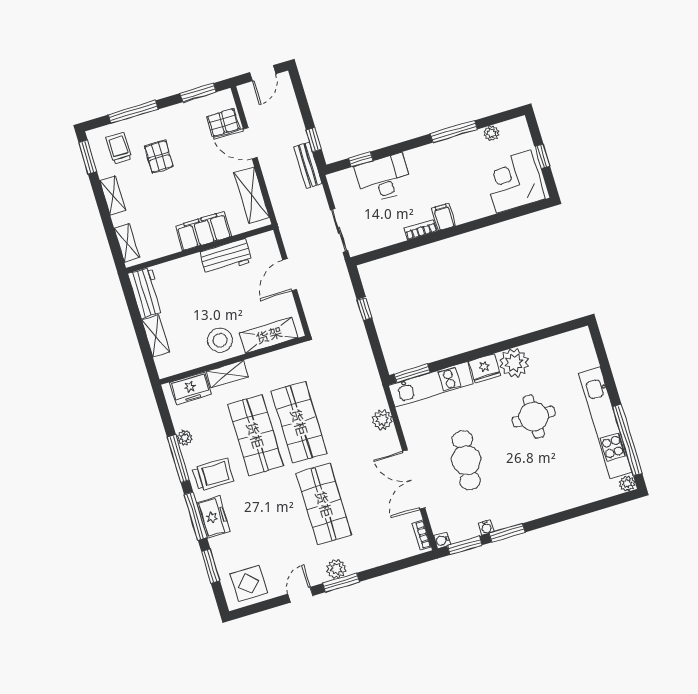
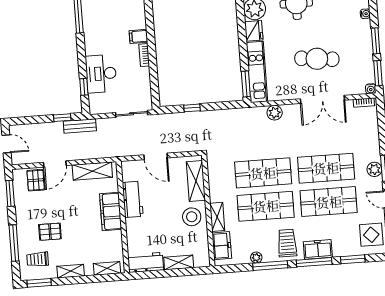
shop shelf: (280, 517) -> (329, 202), added
water cooler: (486, 527) -> (365, 14), moved

